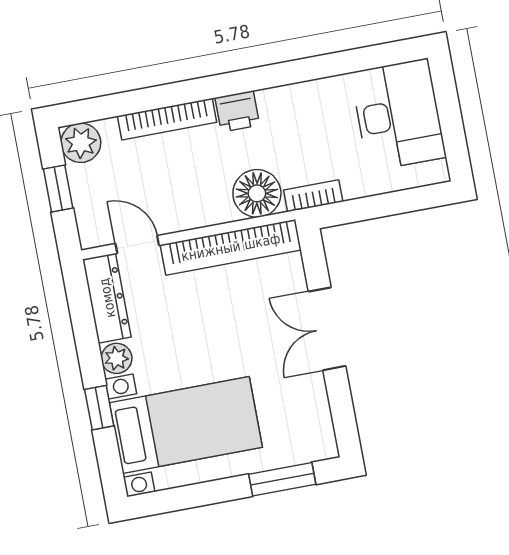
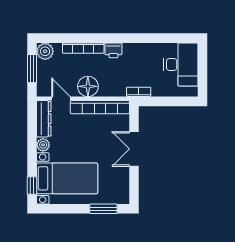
window: (58, 189) -> (32, 69), width x1.50
floor lamp: (257, 193) -> (88, 86), moved
window: (99, 408) -> (32, 186), moved

